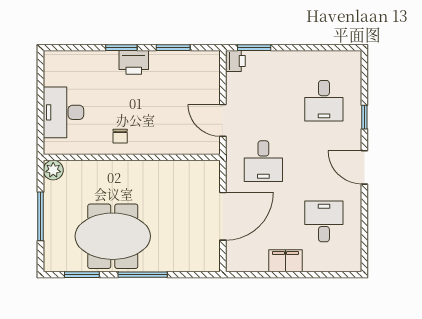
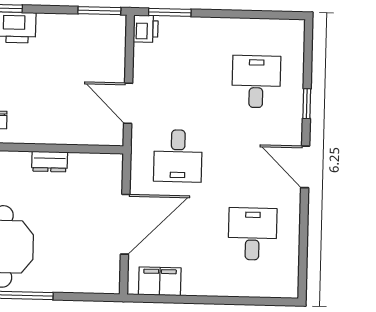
window: (173, 48) -> (99, 11), moved
desk: (324, 101) -> (256, 82), turned 180
dresser: (162, 168) -> (50, 162), added
filing cabinet: (286, 261) -> (160, 281), moved

